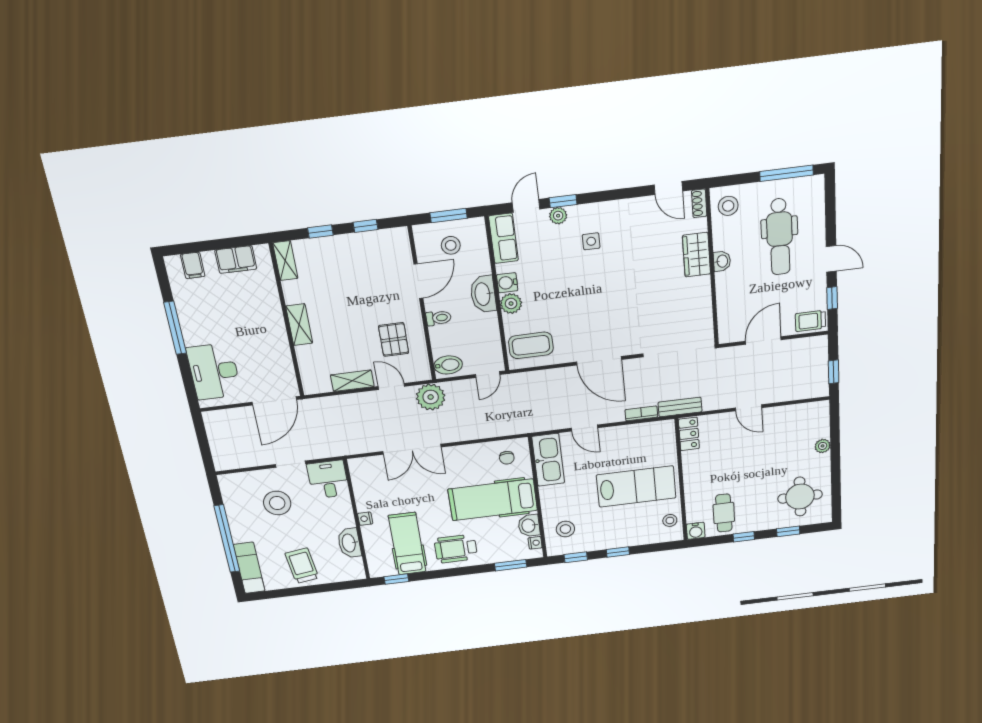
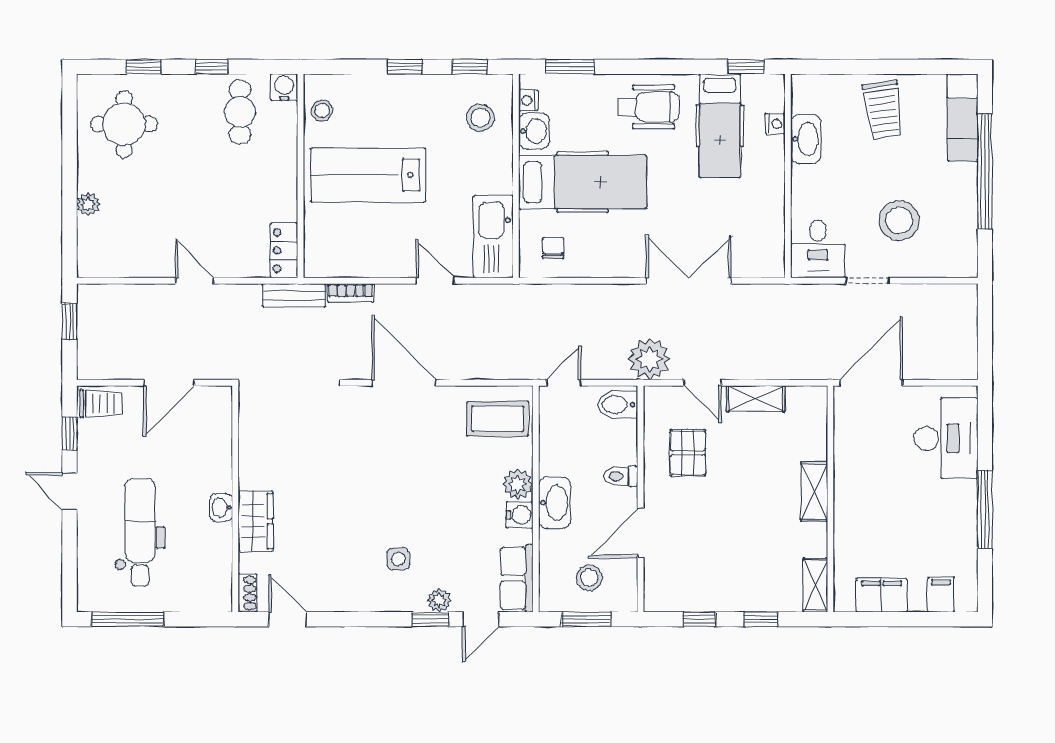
stool: (728, 206) -> (208, 585), removed
nightstand: (365, 519) -> (775, 124), moved

